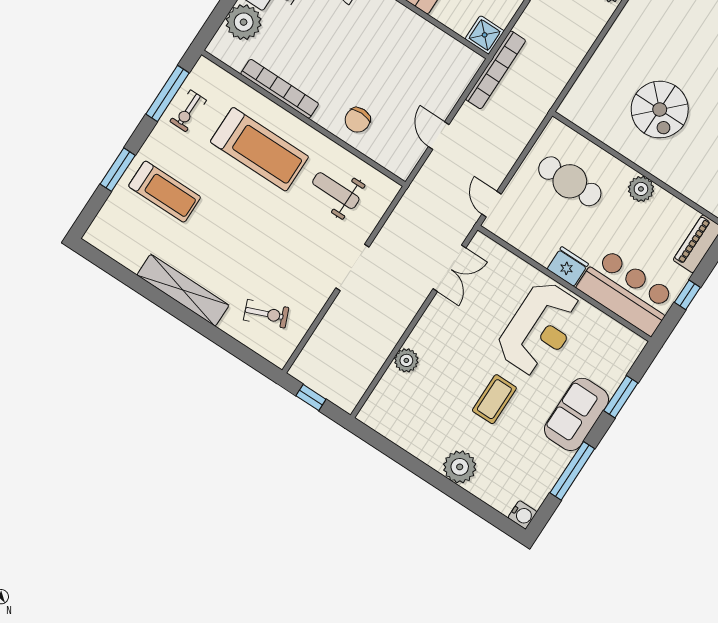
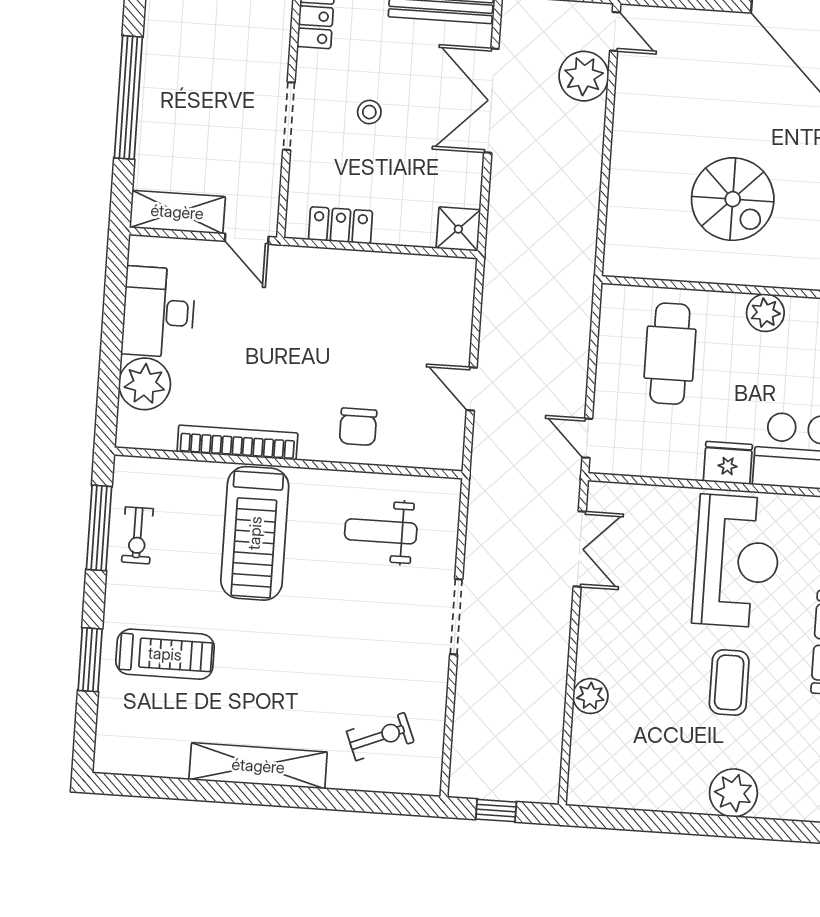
bookcase: (496, 70) -> (497, 265), removed
treadmill: (259, 149) -> (255, 533), turned 90
cafe table: (570, 181) -> (670, 354), turned 90

